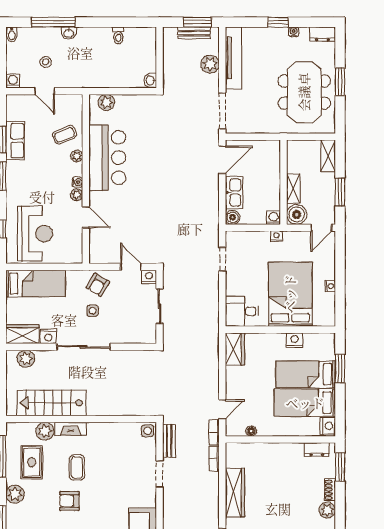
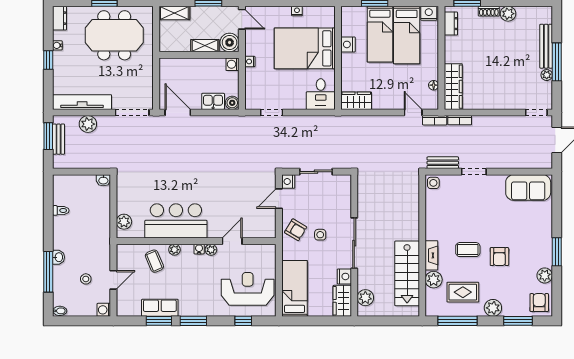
kitchen sink: (234, 193) -> (213, 101), width x0.73
wardrobe: (235, 493) -> (453, 87), moved, turned 90

